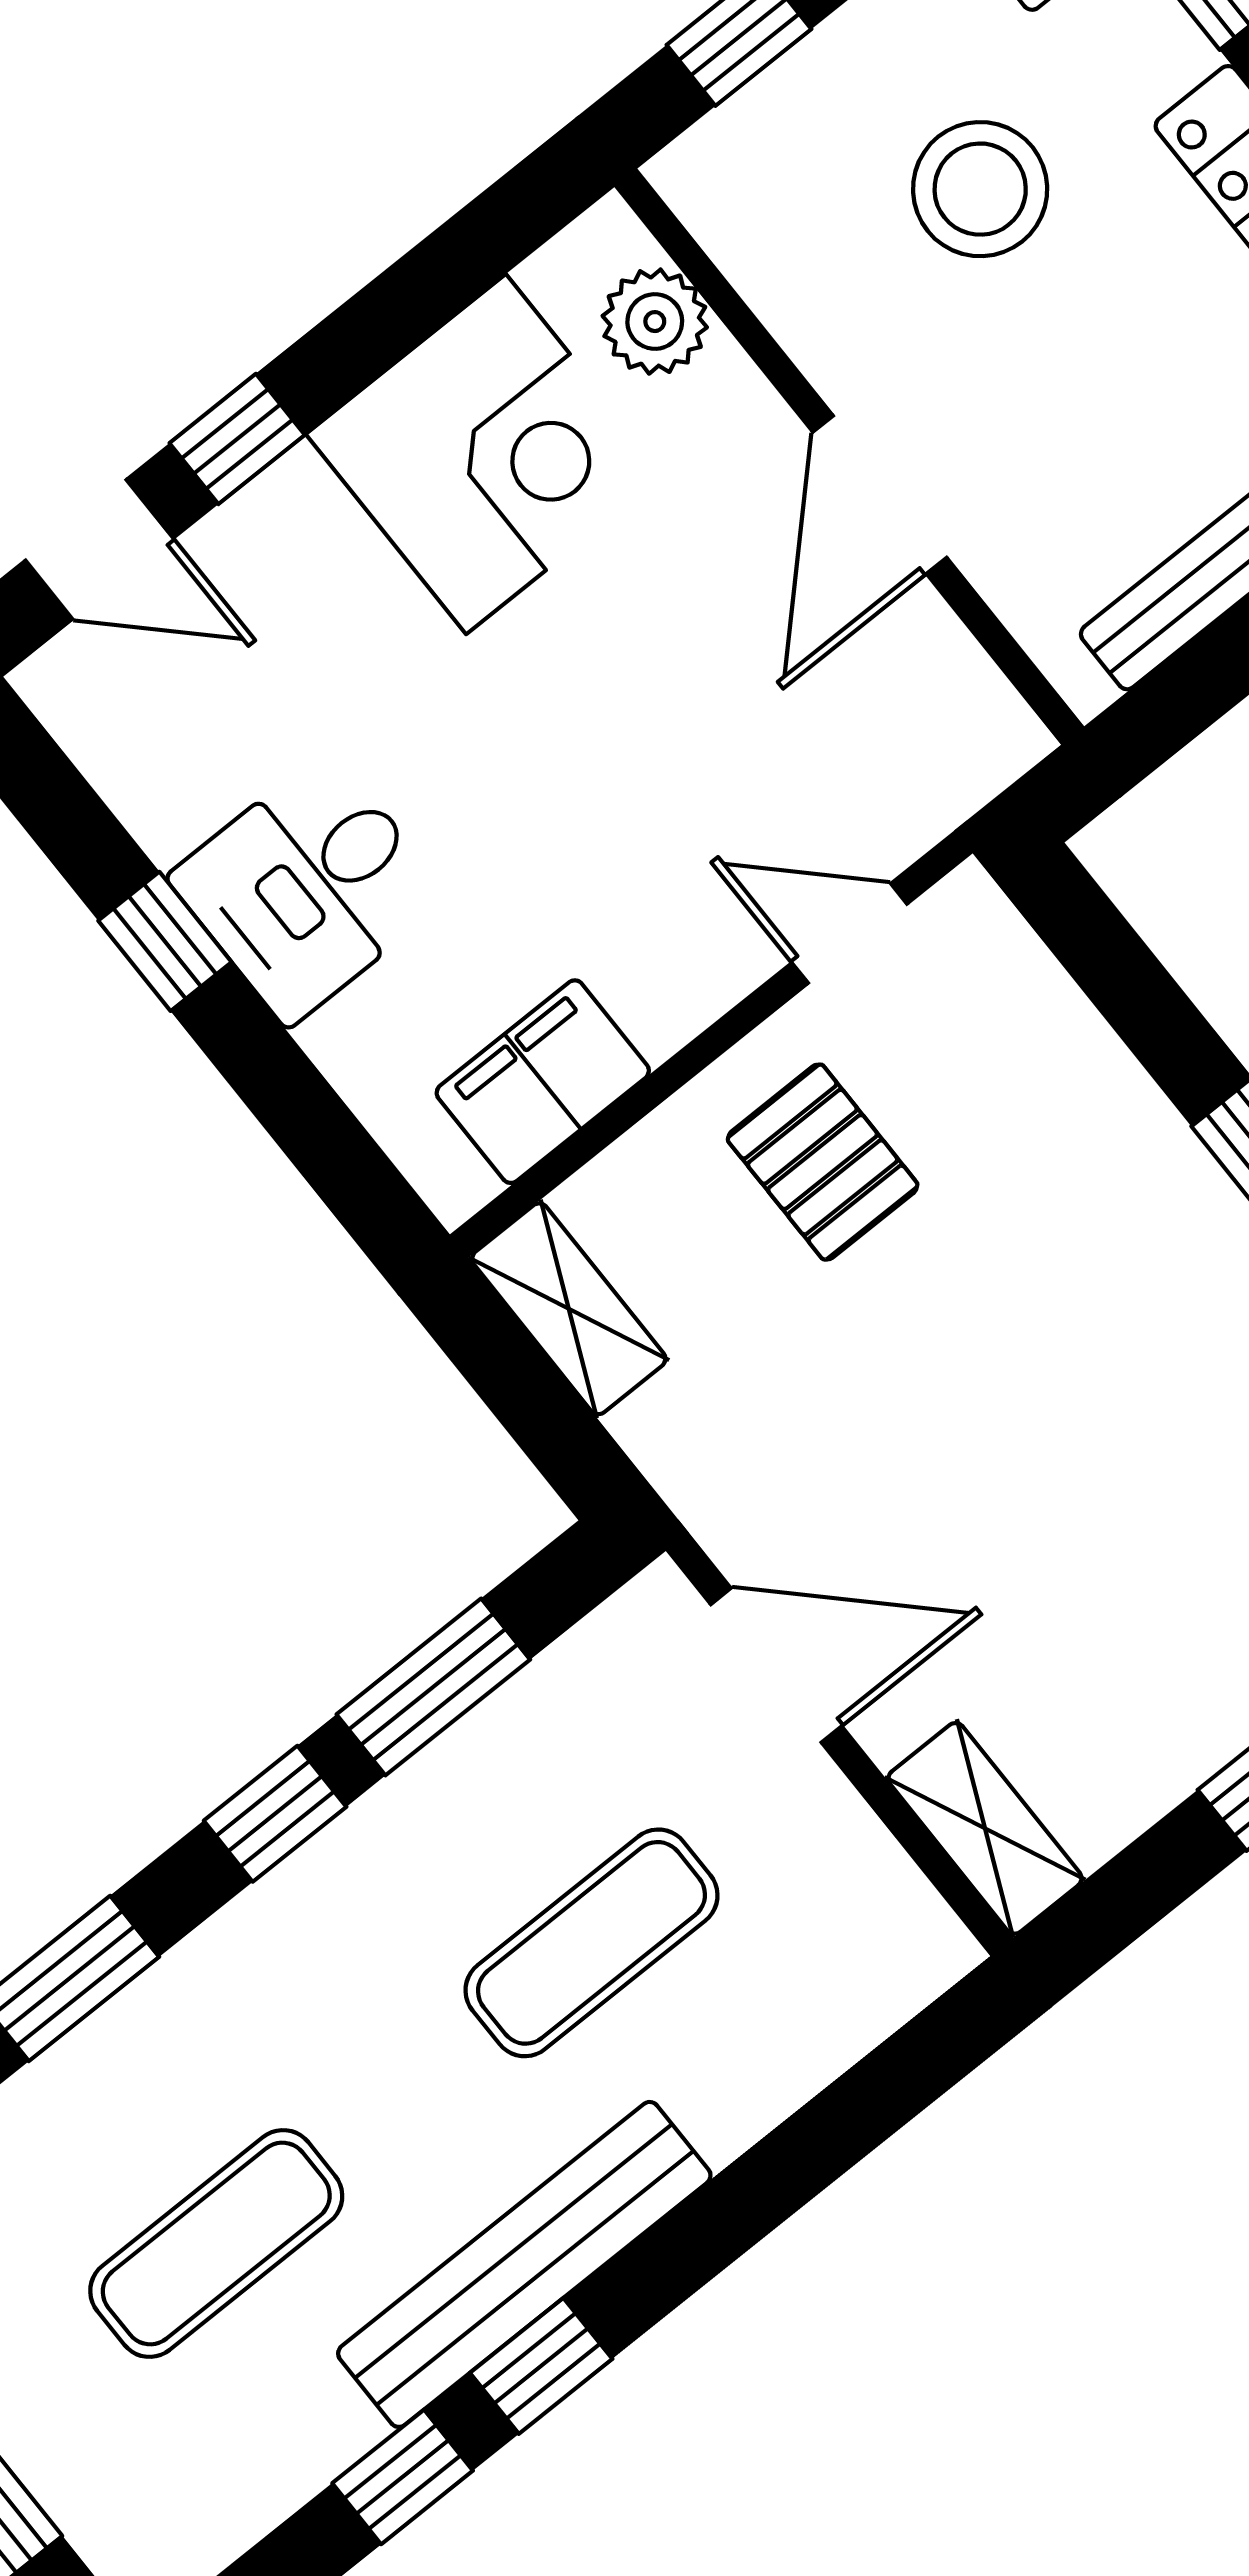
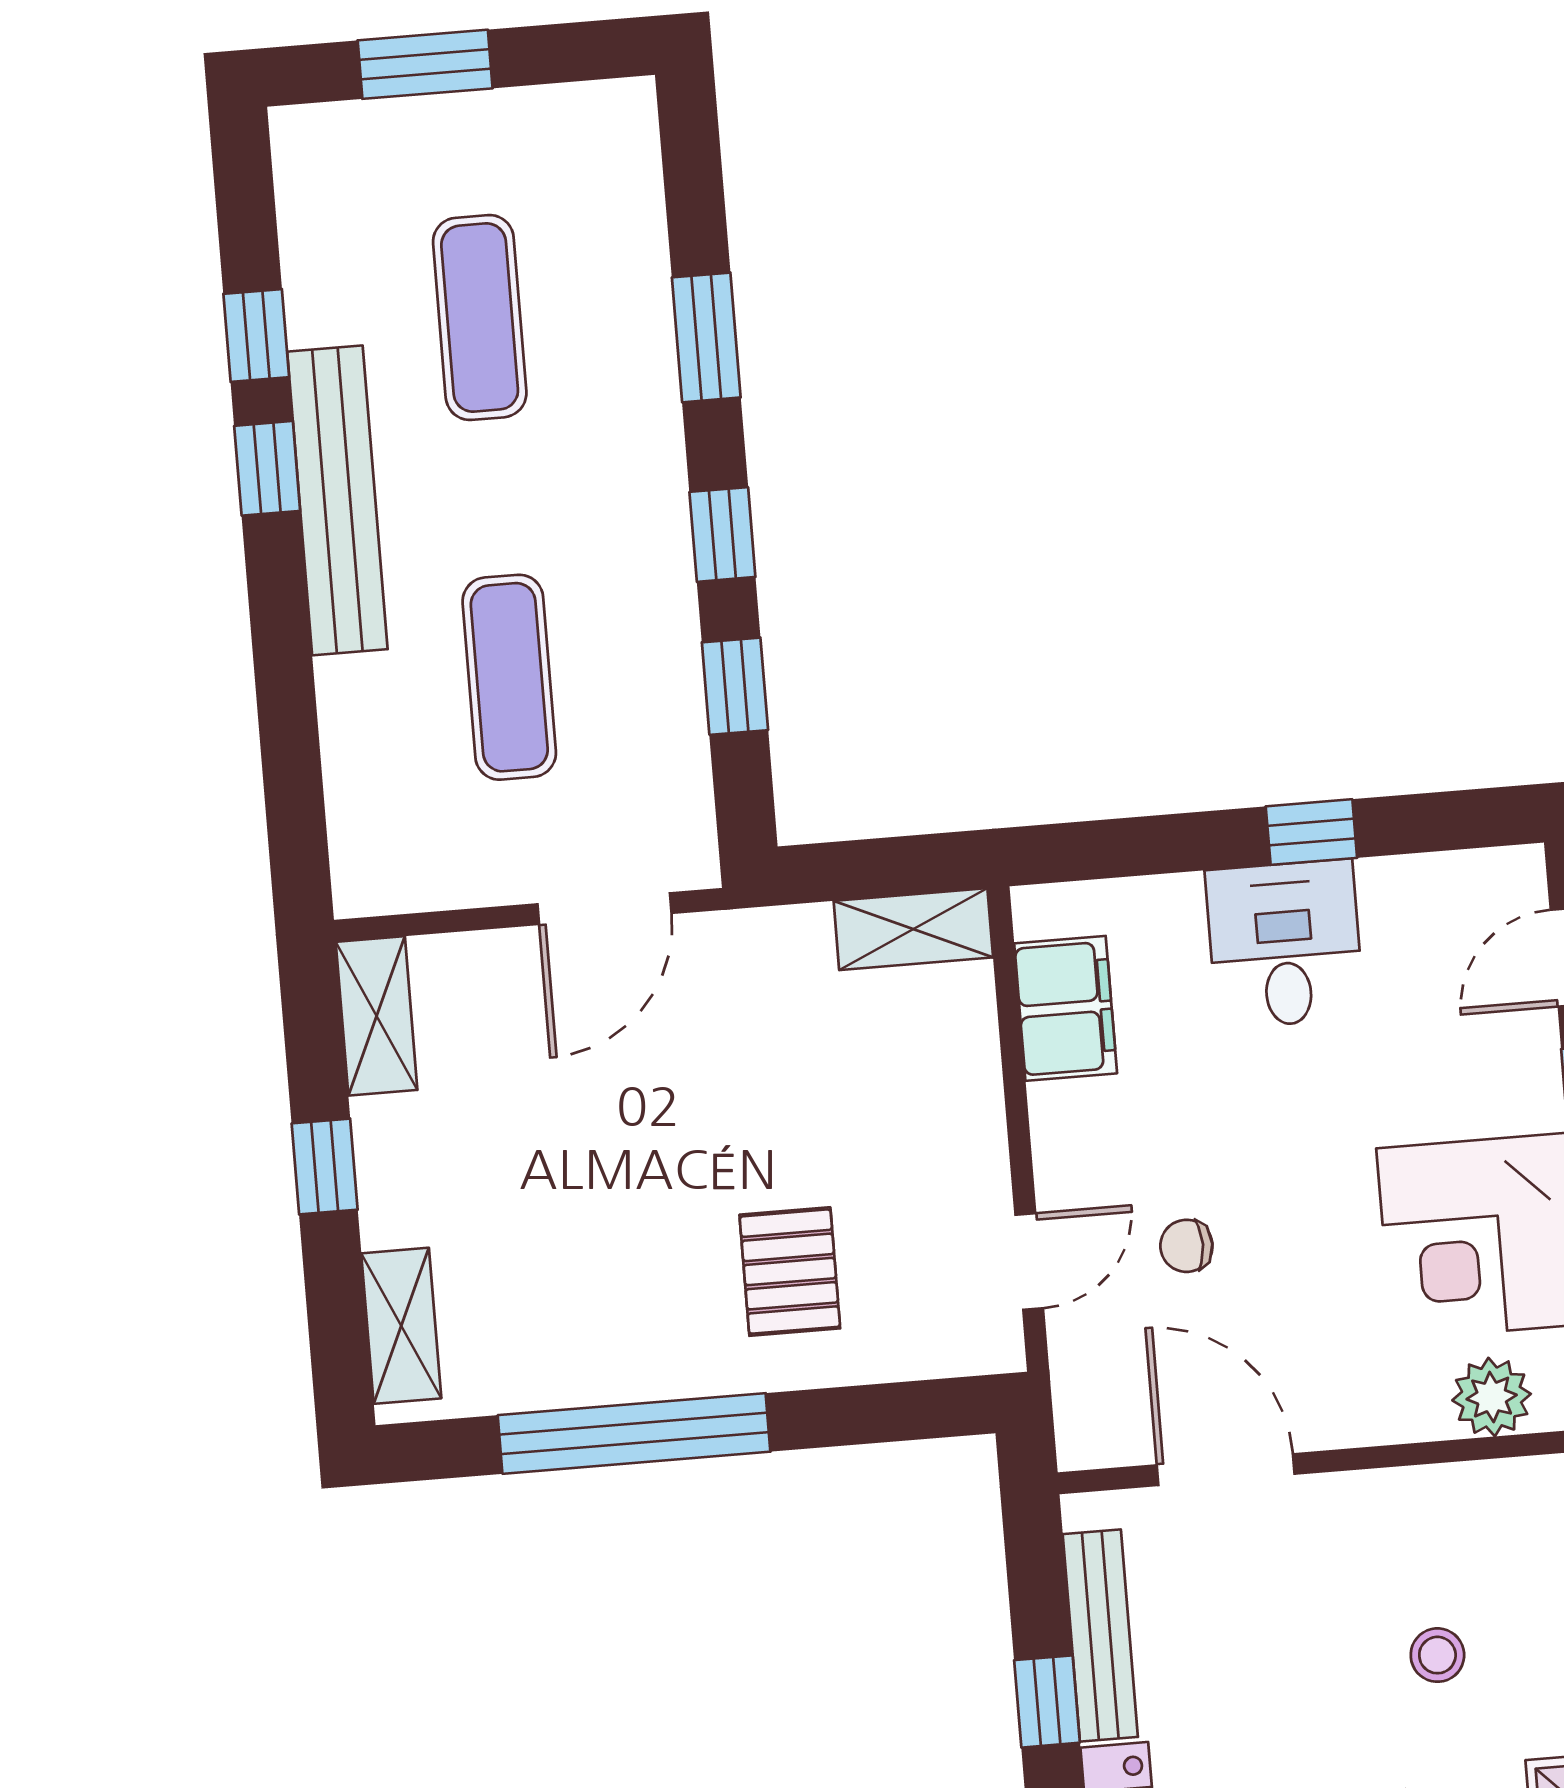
stool: (980, 189) -> (1437, 1655), width x0.53, depth x0.53
door: (880, 495) -> (1226, 1470), moved
chair: (715, 771) -> (1186, 1246), added
pallet: (823, 1162) -> (790, 1272), moved, turned 90
window: (433, 1687) -> (735, 686), width x0.67
shelving: (985, 1828) -> (377, 1016), moved, turned 90

